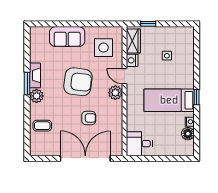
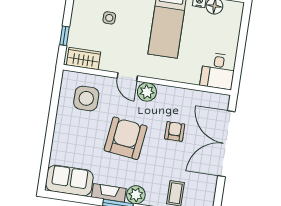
sofa: (67, 37) -> (69, 181), moved, turned -90
nightstand: (132, 60) -> (108, 64), removed
door: (124, 76) -> (127, 77), hinge flipped

